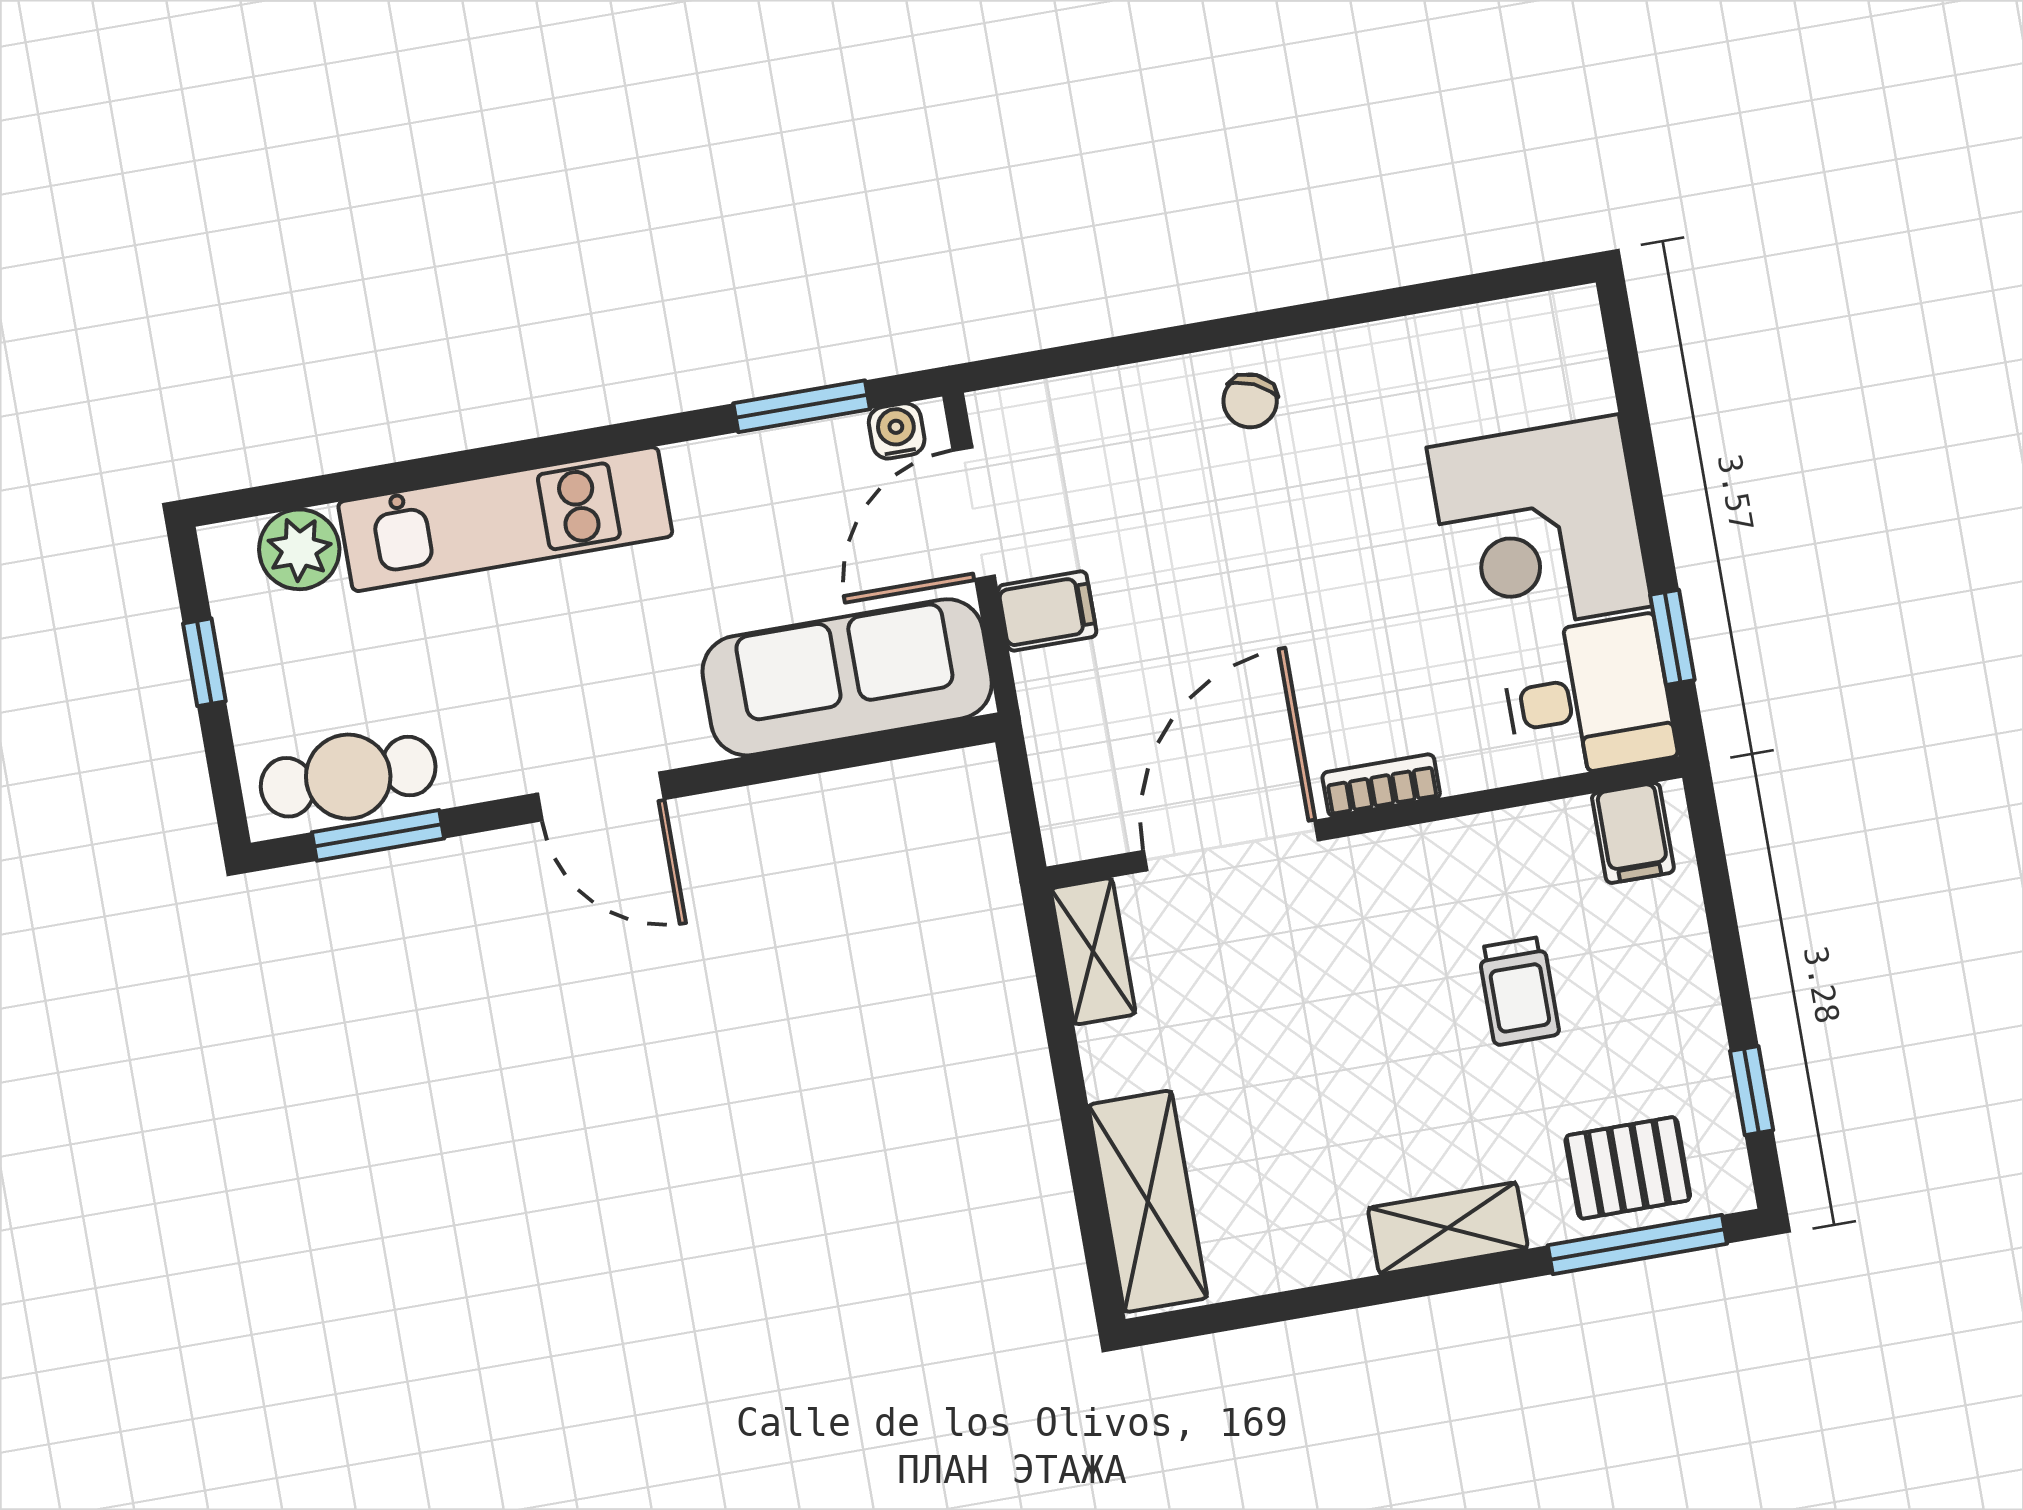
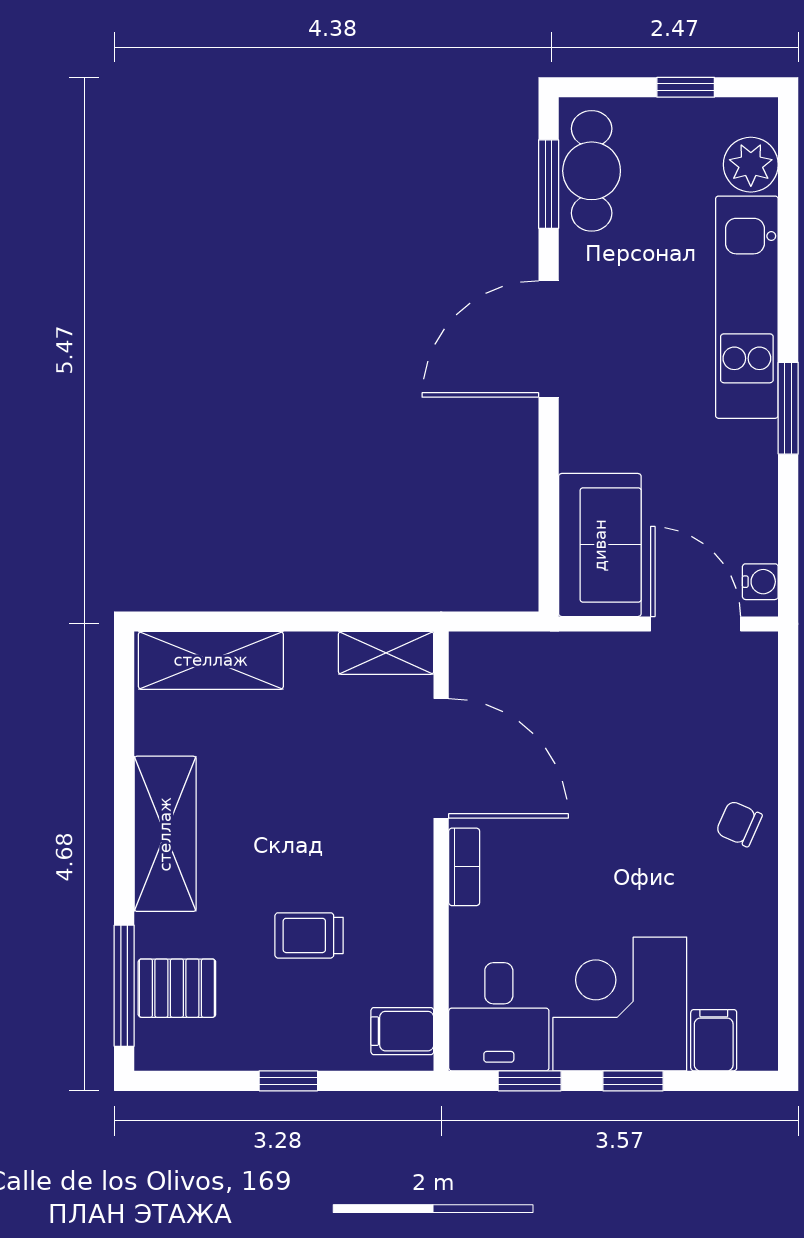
window: (802, 406) -> (788, 408), moved
window: (1647, 489) -> (633, 1081), added
filing cabinet: (1047, 611) -> (714, 1040), moved, turned 180
sofa: (847, 677) -> (600, 545), width x0.73
door: (601, 796) -> (549, 339), width x1.36
window: (1752, 1091) -> (288, 1081), moved
pallet: (1628, 1168) -> (177, 988), turned 90
shelving: (1448, 1228) -> (165, 834), width x1.50, depth x1.33

